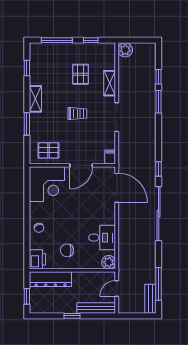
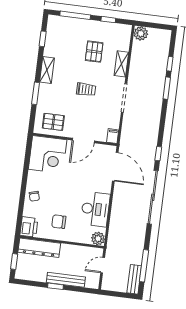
desk: (102, 238) -> (95, 209), width x1.37
bench: (96, 308) -> (66, 280), moved

